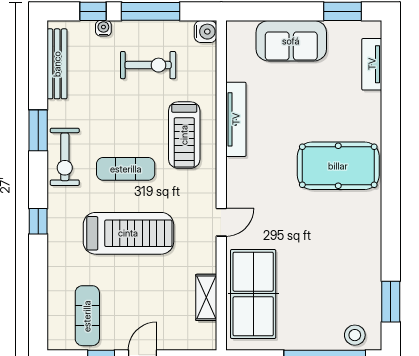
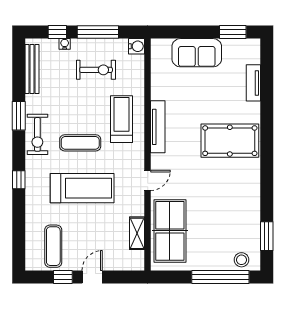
tv unit: (372, 64) -> (253, 83), moved
tv unit: (236, 119) -> (158, 127), moved
treadmill: (184, 135) -> (121, 119), turned 180

